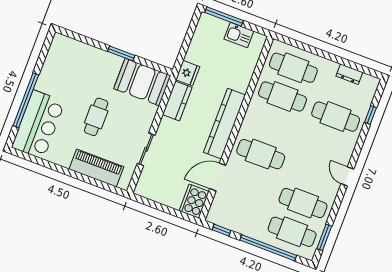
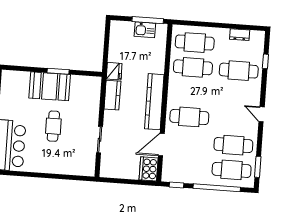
window: (224, 17) -> (148, 20), moved
booth: (142, 82) -> (50, 86), moved
piano: (96, 168) -> (65, 166), removed

